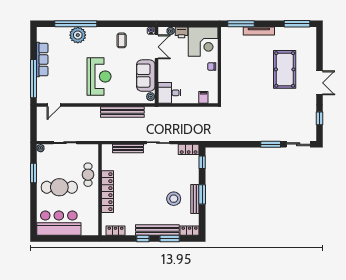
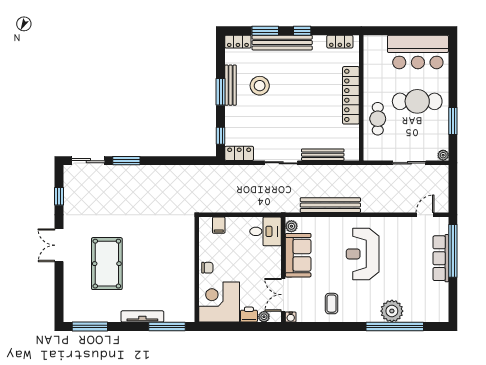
row of seats: (42, 60) -> (441, 258), moved

